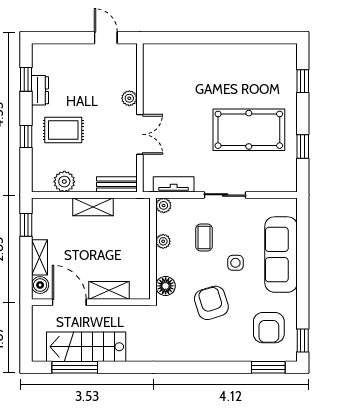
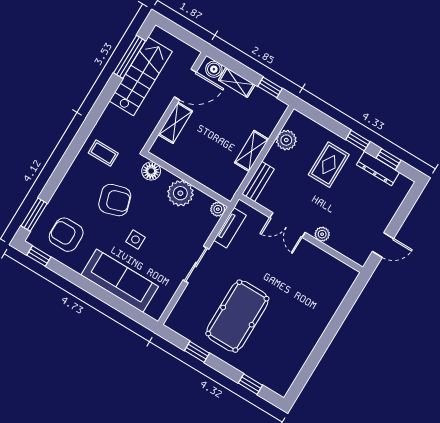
dresser: (40, 90) -> (378, 168), width x1.44
window: (26, 136) -> (358, 141), moved
coffee table: (204, 238) -> (103, 153), moved
plant: (163, 241) -> (180, 193), width x1.88, depth x1.88

